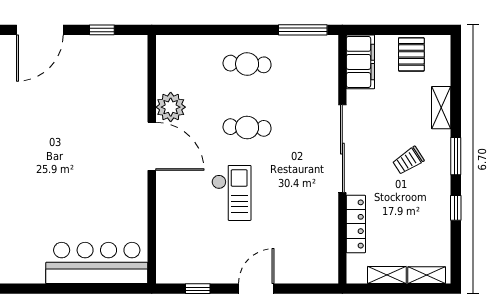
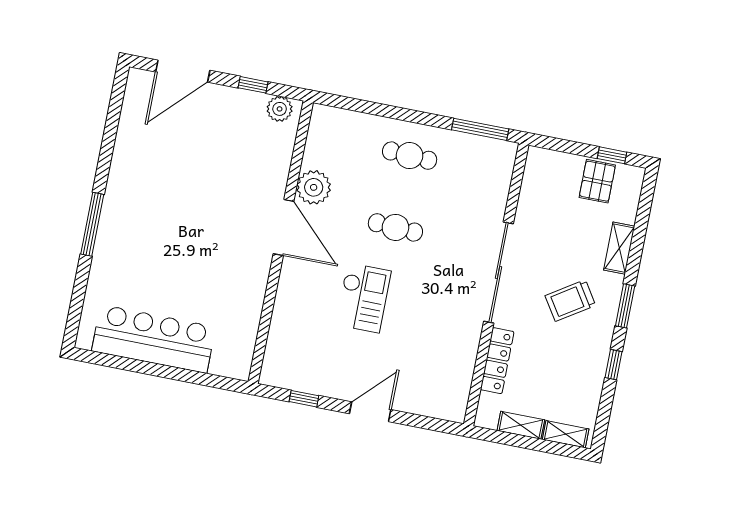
window: (419, 30) -> (612, 155), added
plant: (129, 46) -> (280, 109), added
filing cabinet: (360, 62) -> (538, 178), removed
trolley: (408, 161) -> (570, 301), width x1.36, depth x1.39
bar counter: (97, 263) -> (154, 339), moved

